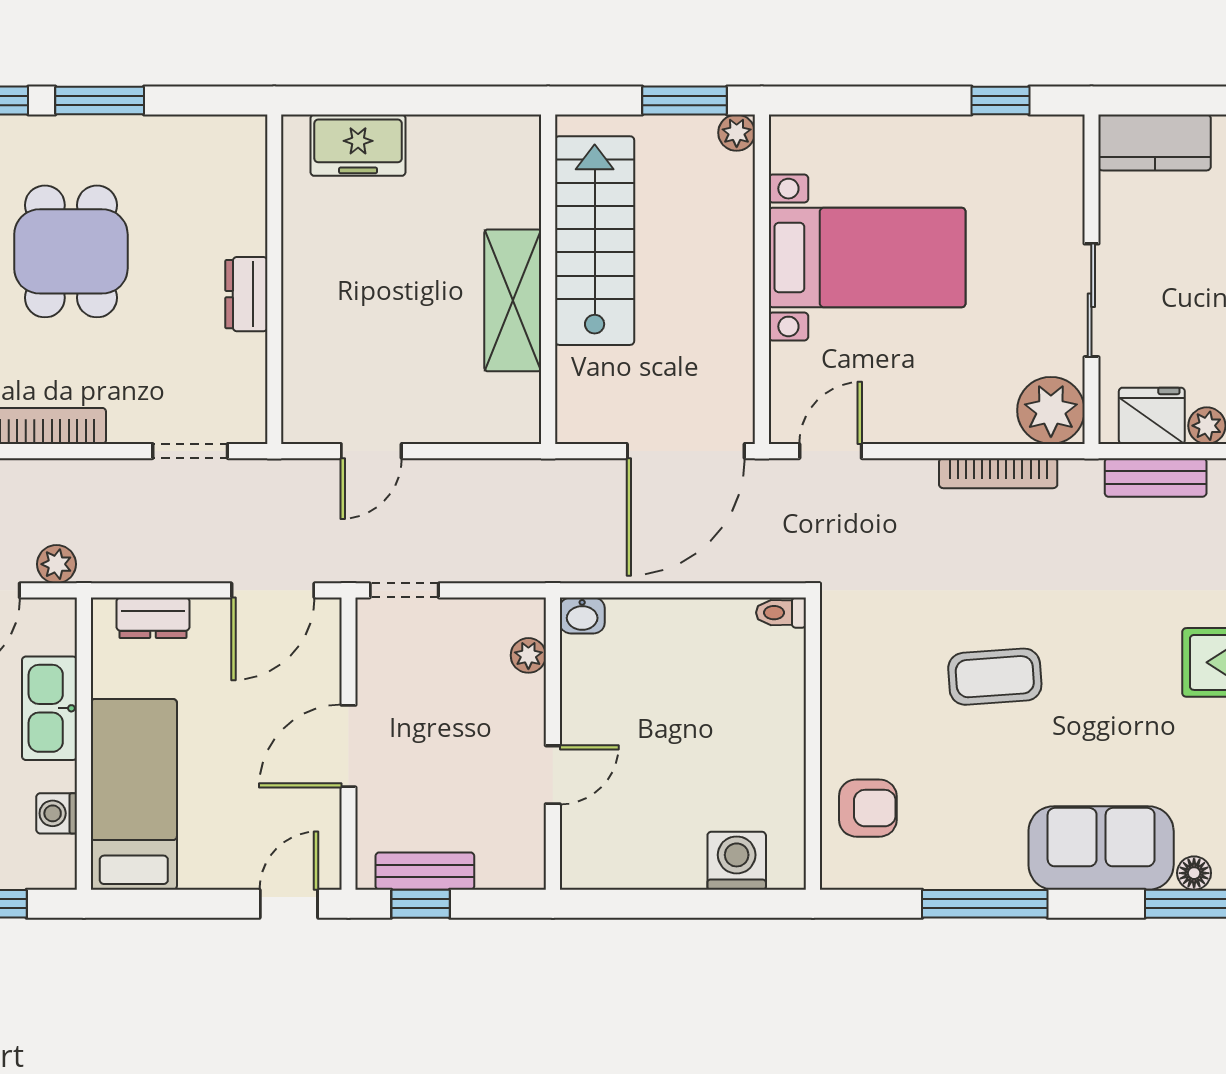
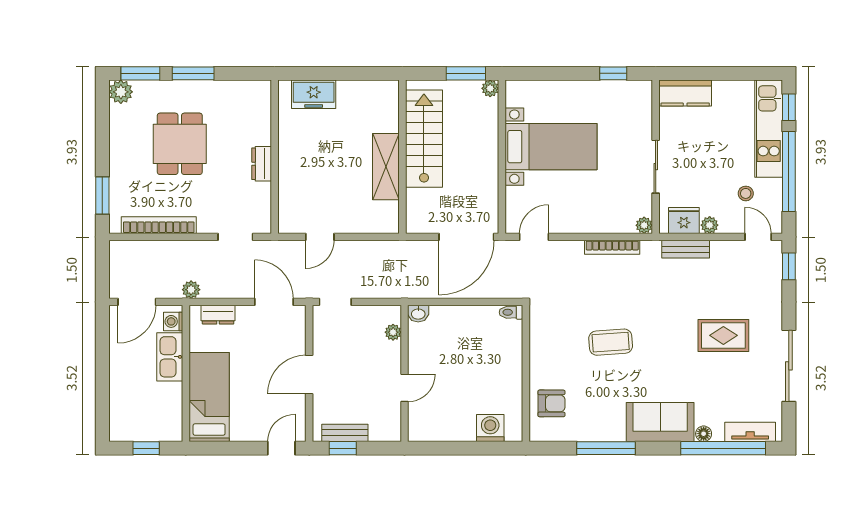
plant: (1051, 410) -> (644, 225), width x0.53, depth x0.53
plant: (56, 564) -> (191, 290), moved
door: (273, 590) -> (274, 302), swing flipped
washing machine: (57, 813) -> (173, 321), moved

